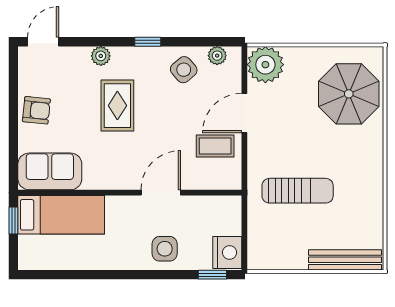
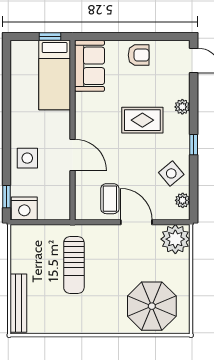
armchair: (36, 110) -> (139, 55), turned -96

